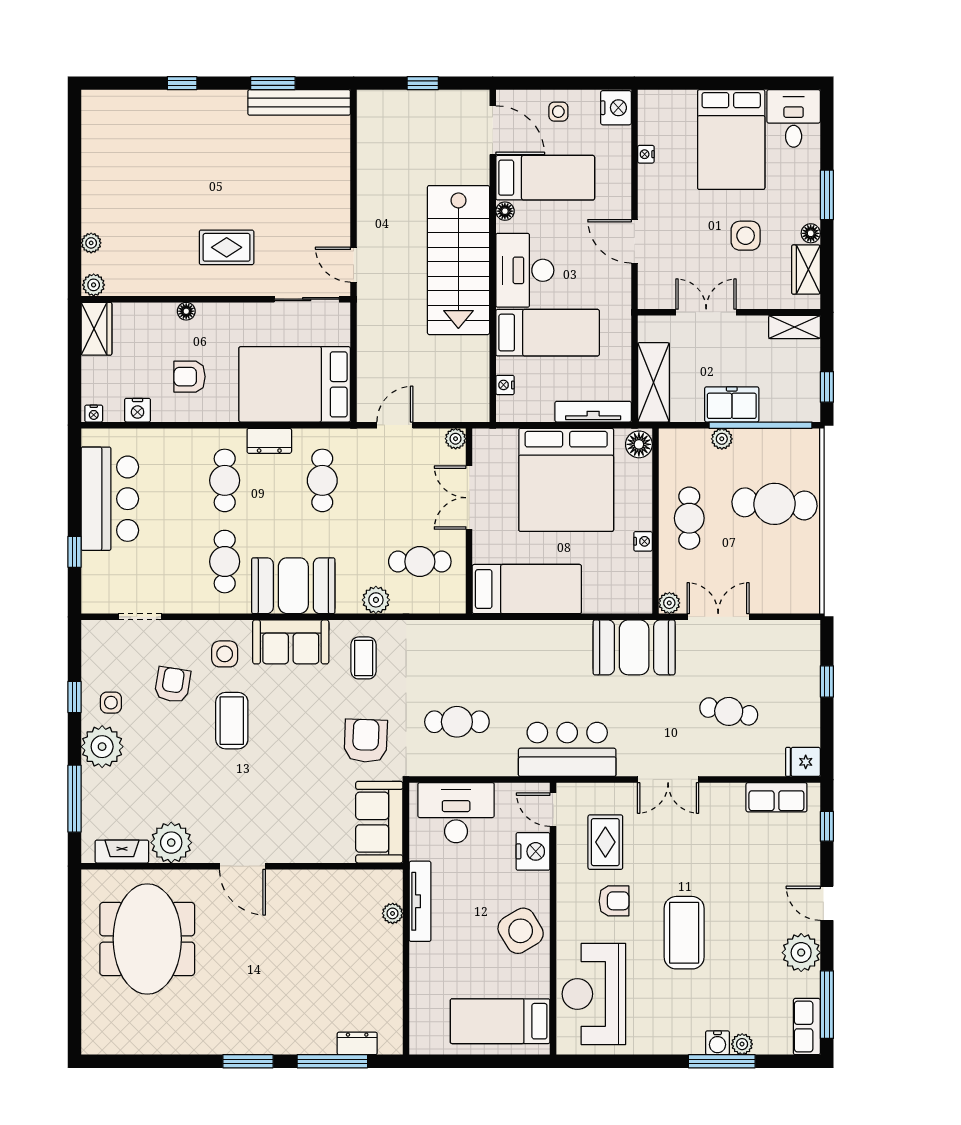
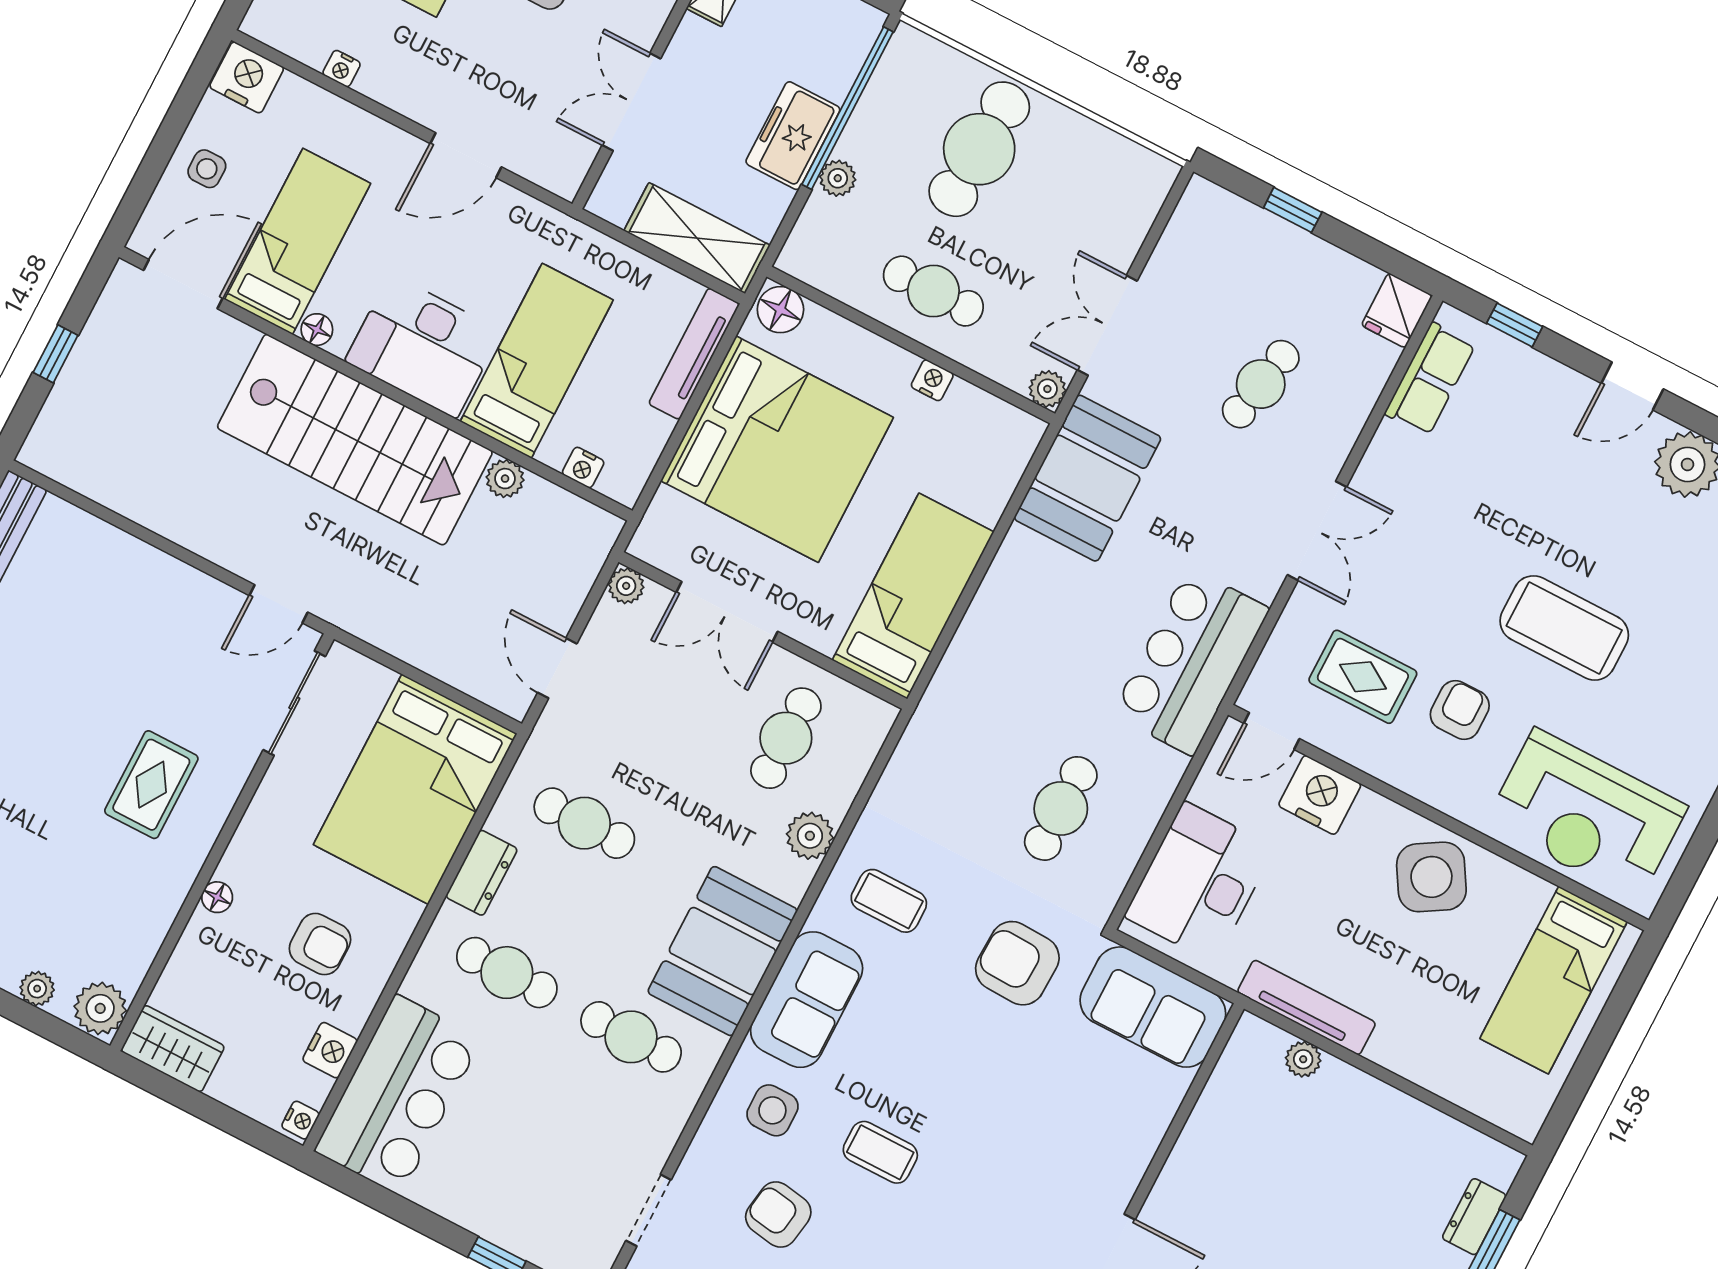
plant: (94, 285) -> (100, 1008), width x1.38, depth x1.38
plant: (478, 348) -> (505, 479), added
armchair: (190, 377) -> (320, 944), turned -90
bar counter: (110, 499) -> (398, 1095), moved, turned 90
coffee table: (232, 721) -> (880, 1152), width x0.73, depth x0.77

